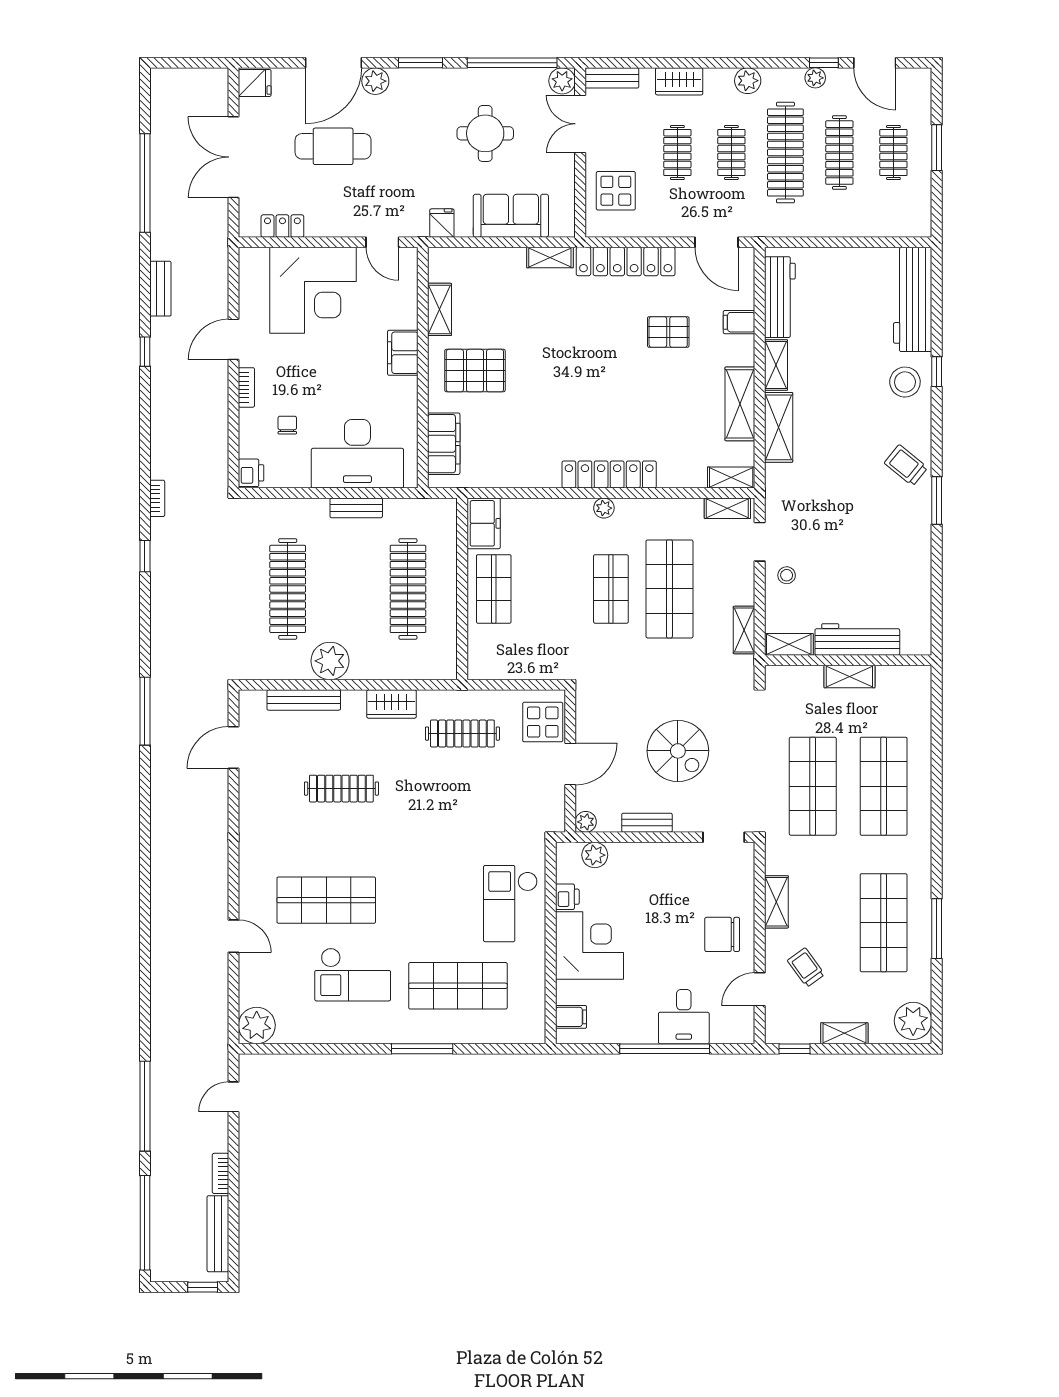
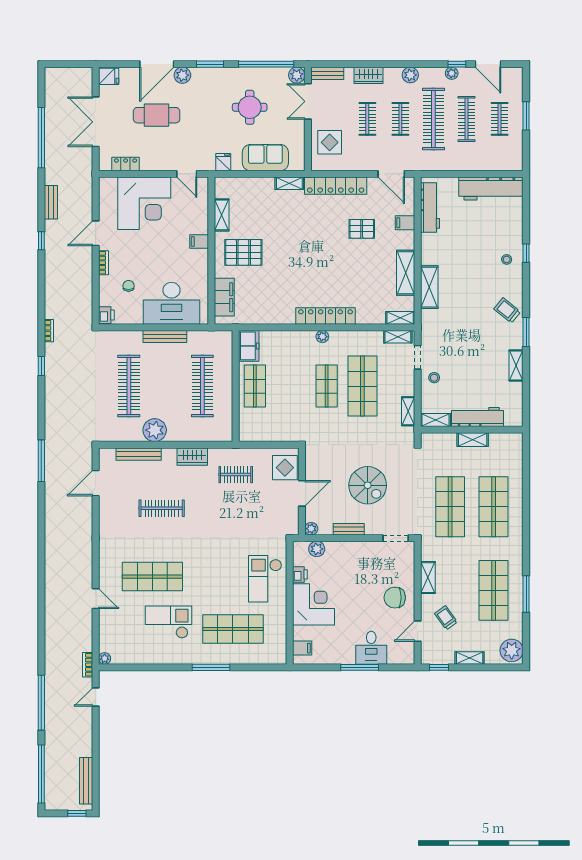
workbench: (913, 299) -> (491, 189), moved, turned -90
filing cabinet: (403, 353) -> (199, 242), width x0.50
shelving: (776, 365) -> (516, 365), moved
stool: (905, 382) -> (507, 259), width x0.53, depth x0.53
bench: (356, 508) -> (165, 336), width x1.36
clothes rail: (462, 734) -> (236, 475), width x0.73
checkout: (353, 975) -> (169, 622), turned 180
plant: (257, 1025) -> (105, 658), width x0.53, depth x0.53
window: (665, 1049) -> (360, 667), width x0.68
bookcase: (221, 1173) -> (88, 665), moved

